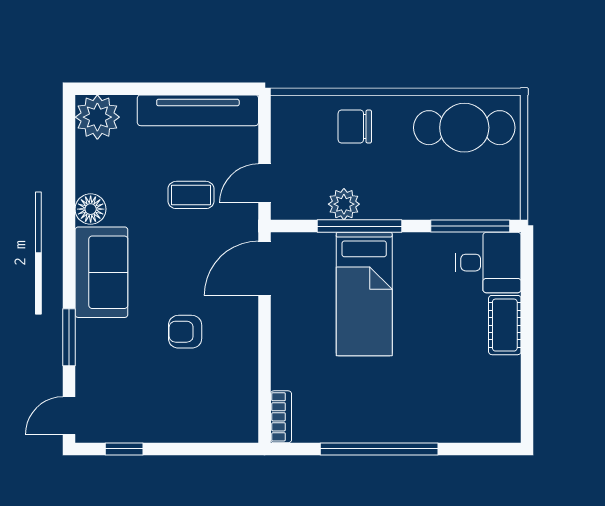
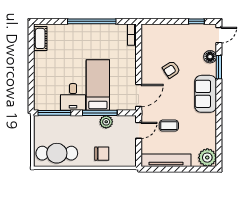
floor lamp: (91, 209) -> (210, 57), moved
desk: (488, 263) -> (73, 97), moved, turned -90
cot: (505, 325) -> (40, 38), moved
armchair: (185, 332) -> (171, 69), turned 147

